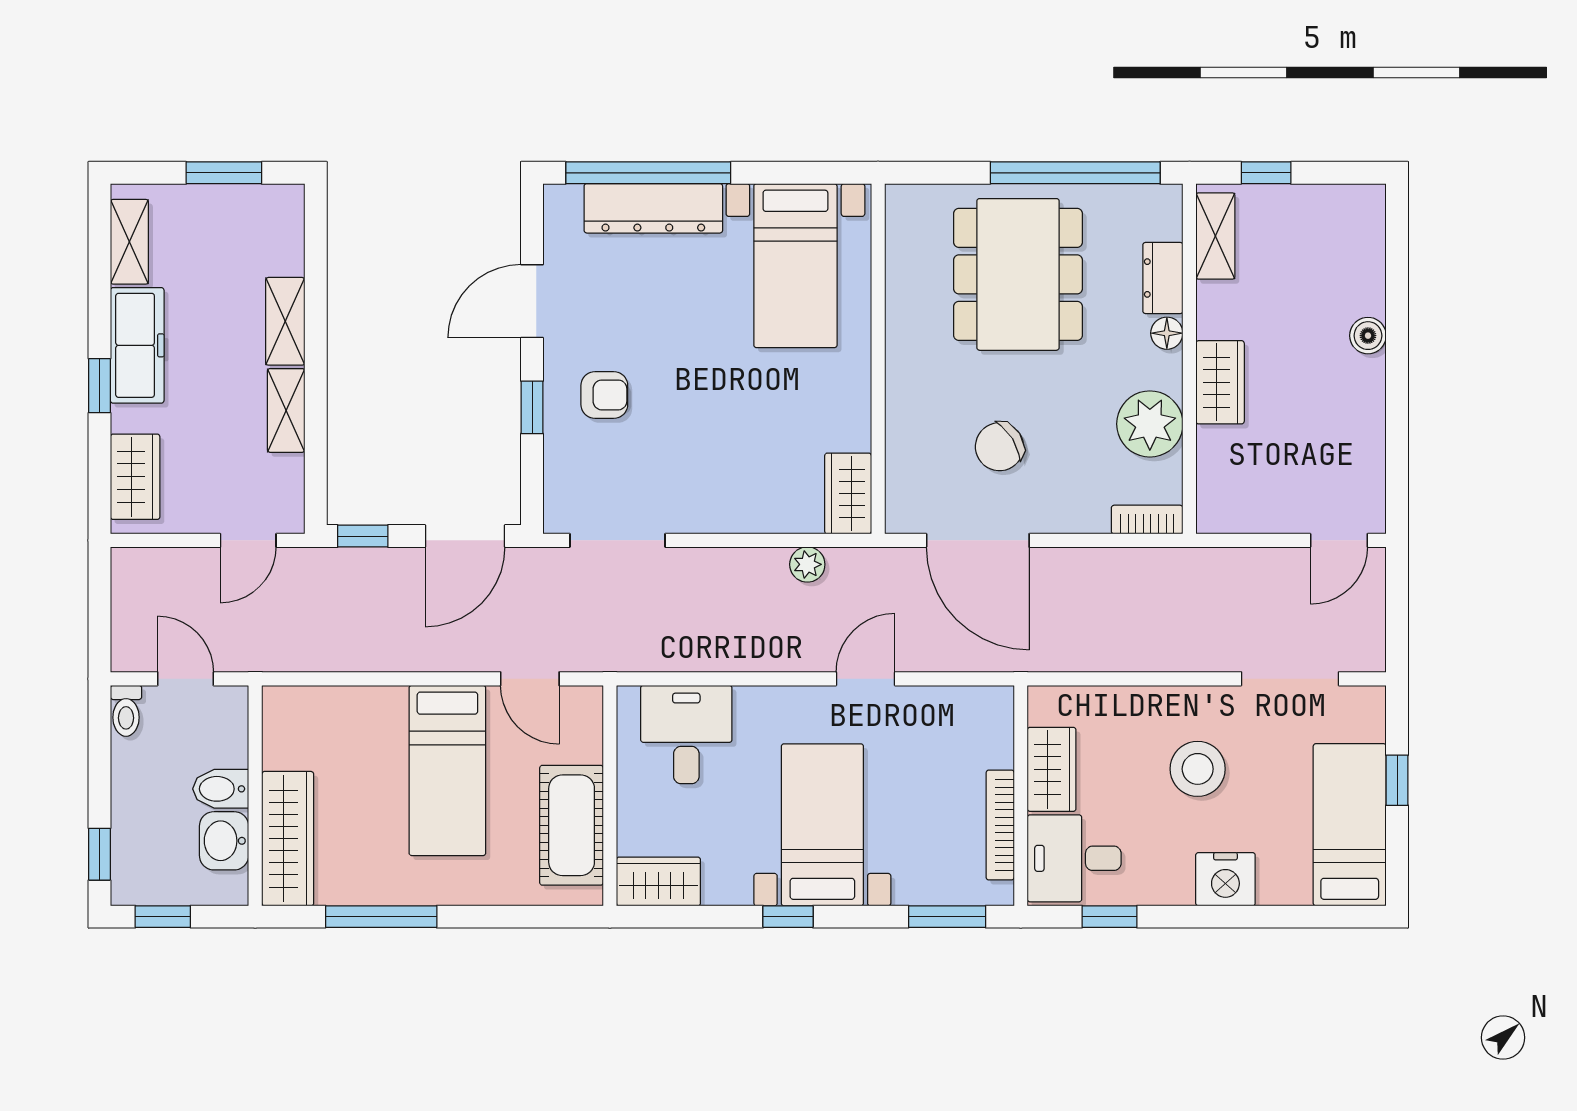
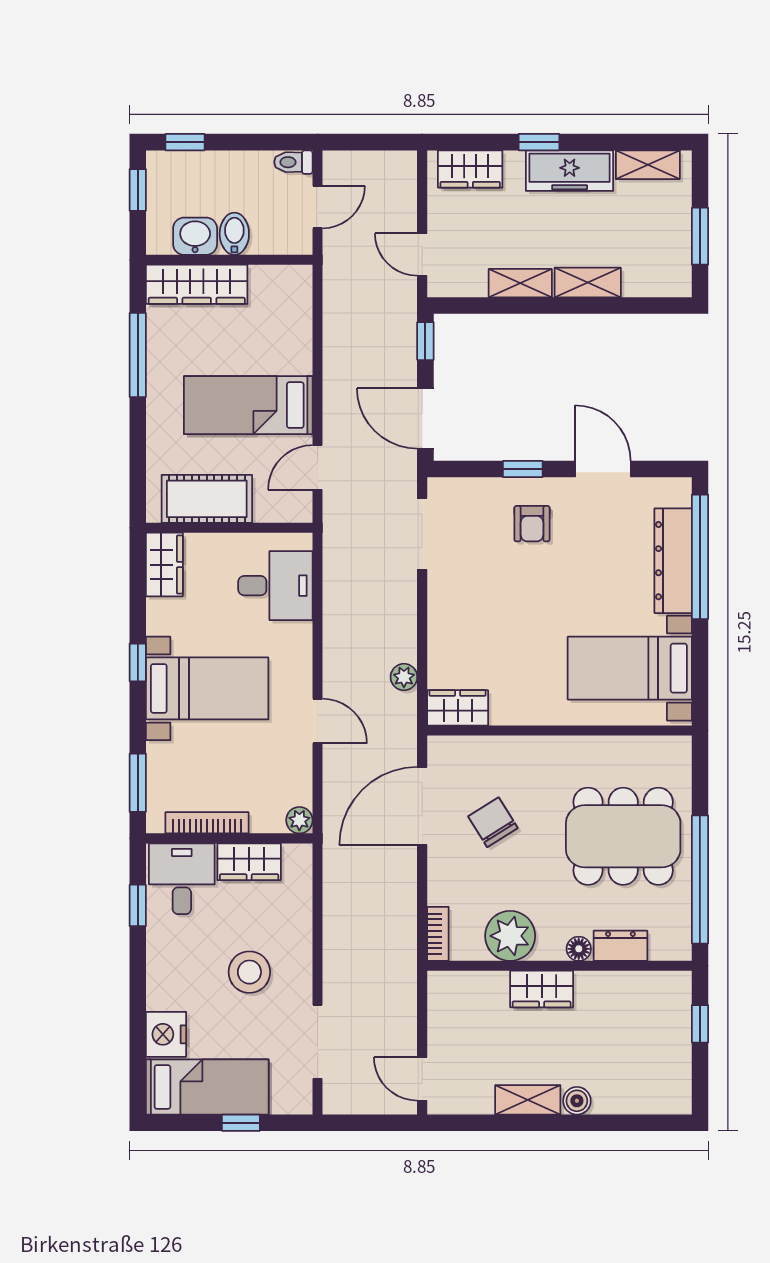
shelving: (1215, 236) -> (528, 1100), moved
plant: (997, 703) -> (299, 820), added
nightstand: (1225, 879) -> (166, 1034), moved

